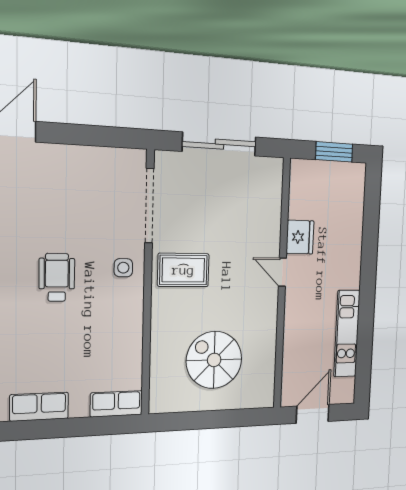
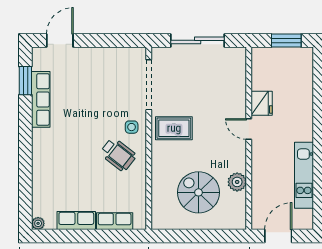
wheelchair: (57, 277) -> (118, 154), moved, turned 128
plant: (265, 344) -> (237, 182), added
row of seats: (116, 404) -> (115, 221), moved

